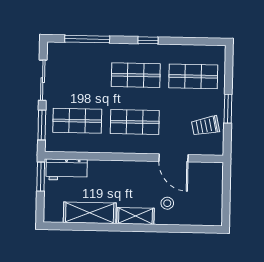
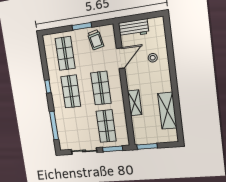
workbench: (67, 170) -> (133, 28), moved, turned 90
shelving: (135, 216) -> (135, 103), moved

